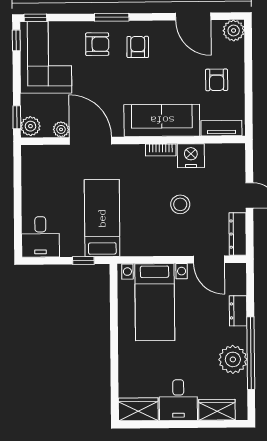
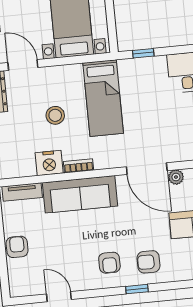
door: (193, 16) -> (59, 297), width x0.73
window: (112, 17) -> (137, 289), width x0.67
plant: (234, 30) -> (19, 287), removed
armchair: (217, 80) -> (17, 247), moved
bed: (102, 218) -> (103, 98), moved

